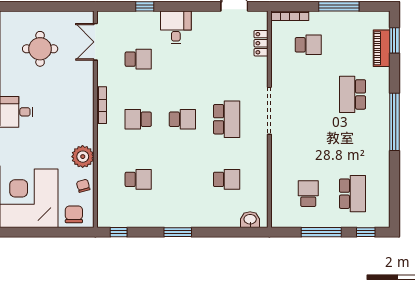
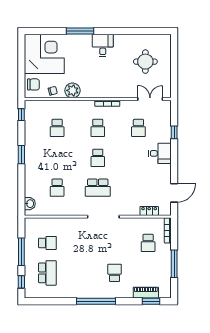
school desk: (353, 94) -> (115, 273), width x0.54
school desk: (138, 119) -> (98, 128), turned 180
school desk: (353, 194) -> (47, 273), turned -90

